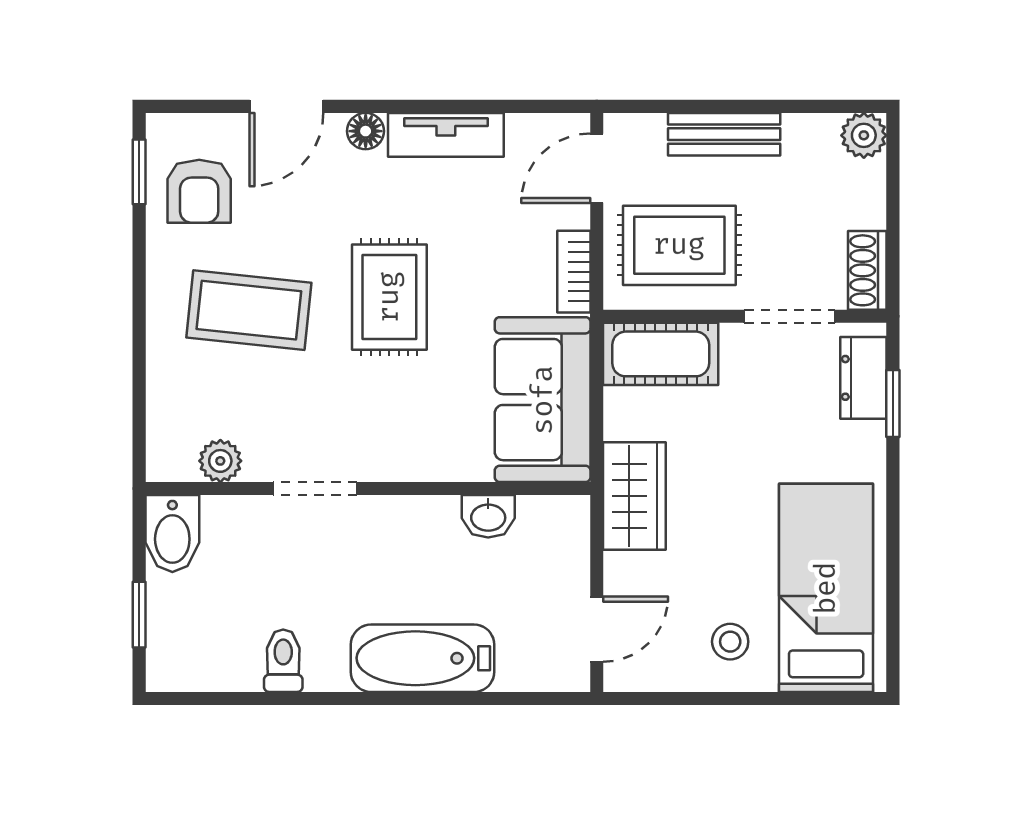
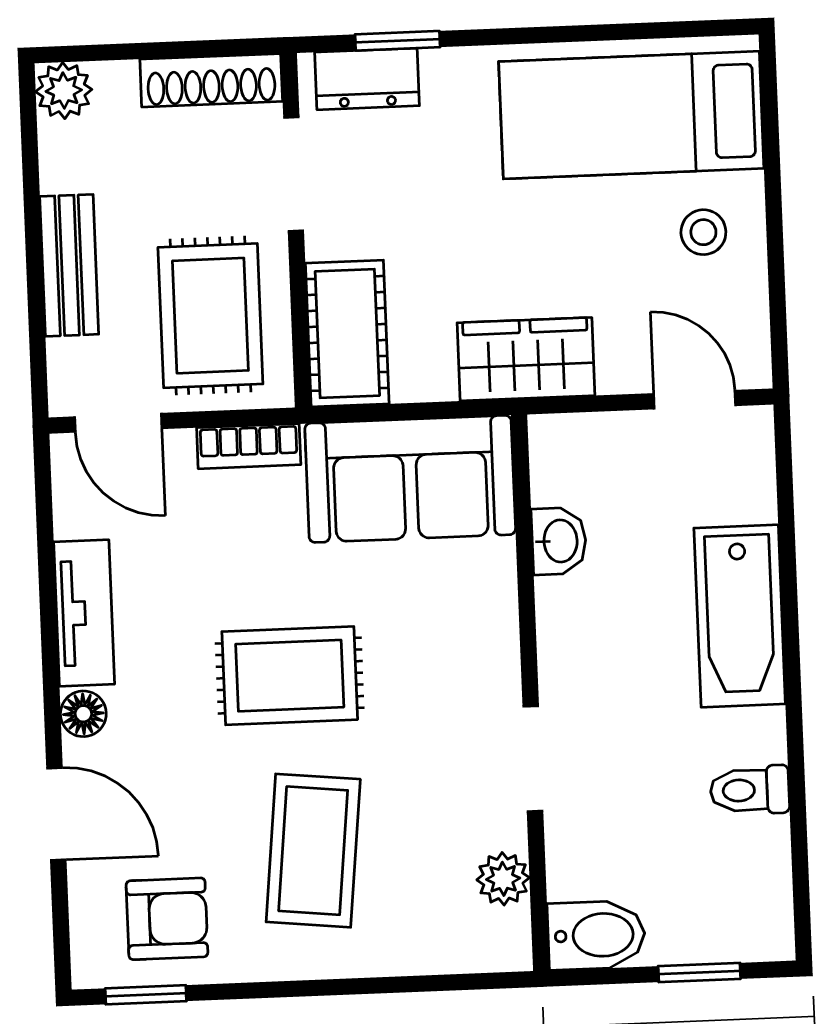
shoe rack: (867, 270) -> (211, 80), width x1.43

